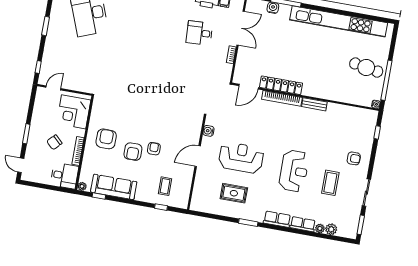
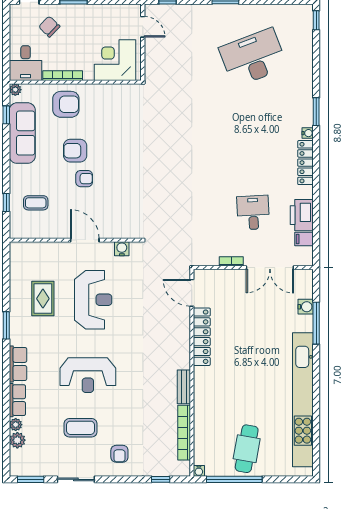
bookcase: (282, 98) -> (184, 433), moved
armchair: (106, 139) -> (66, 104), moved
chair: (54, 142) -> (49, 27), moved

